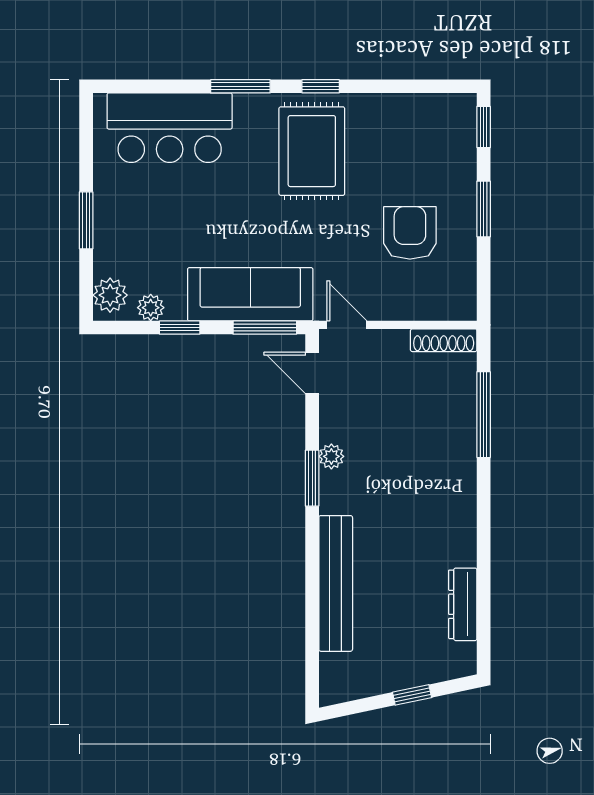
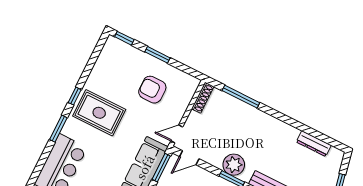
plant: (331, 456) -> (234, 165), width x1.88, depth x1.88

